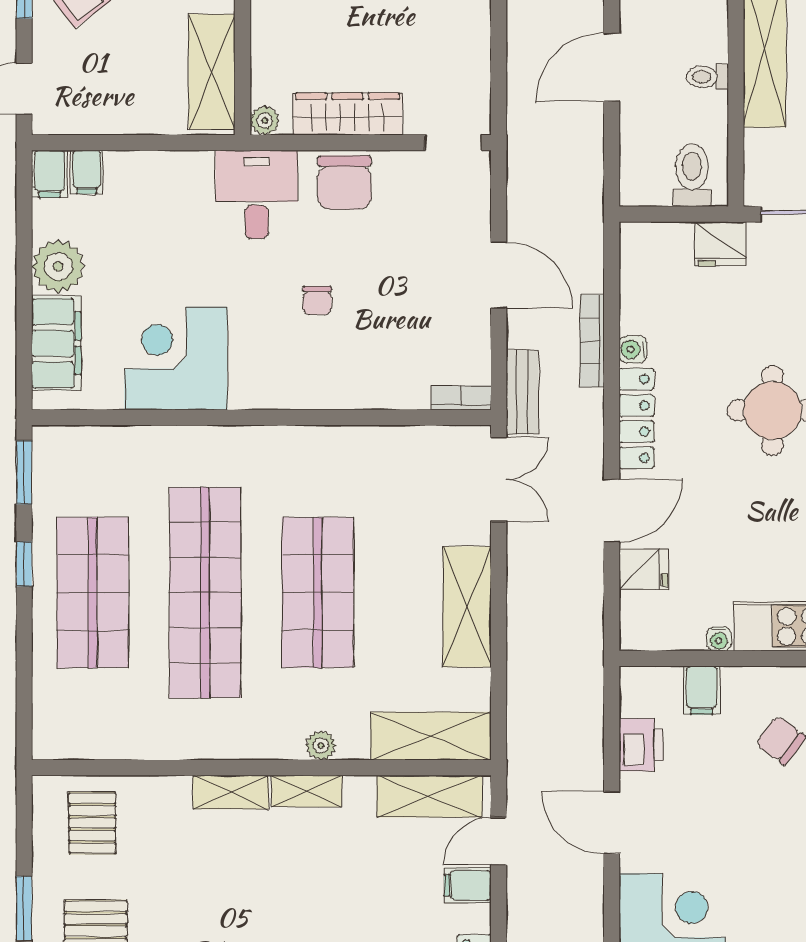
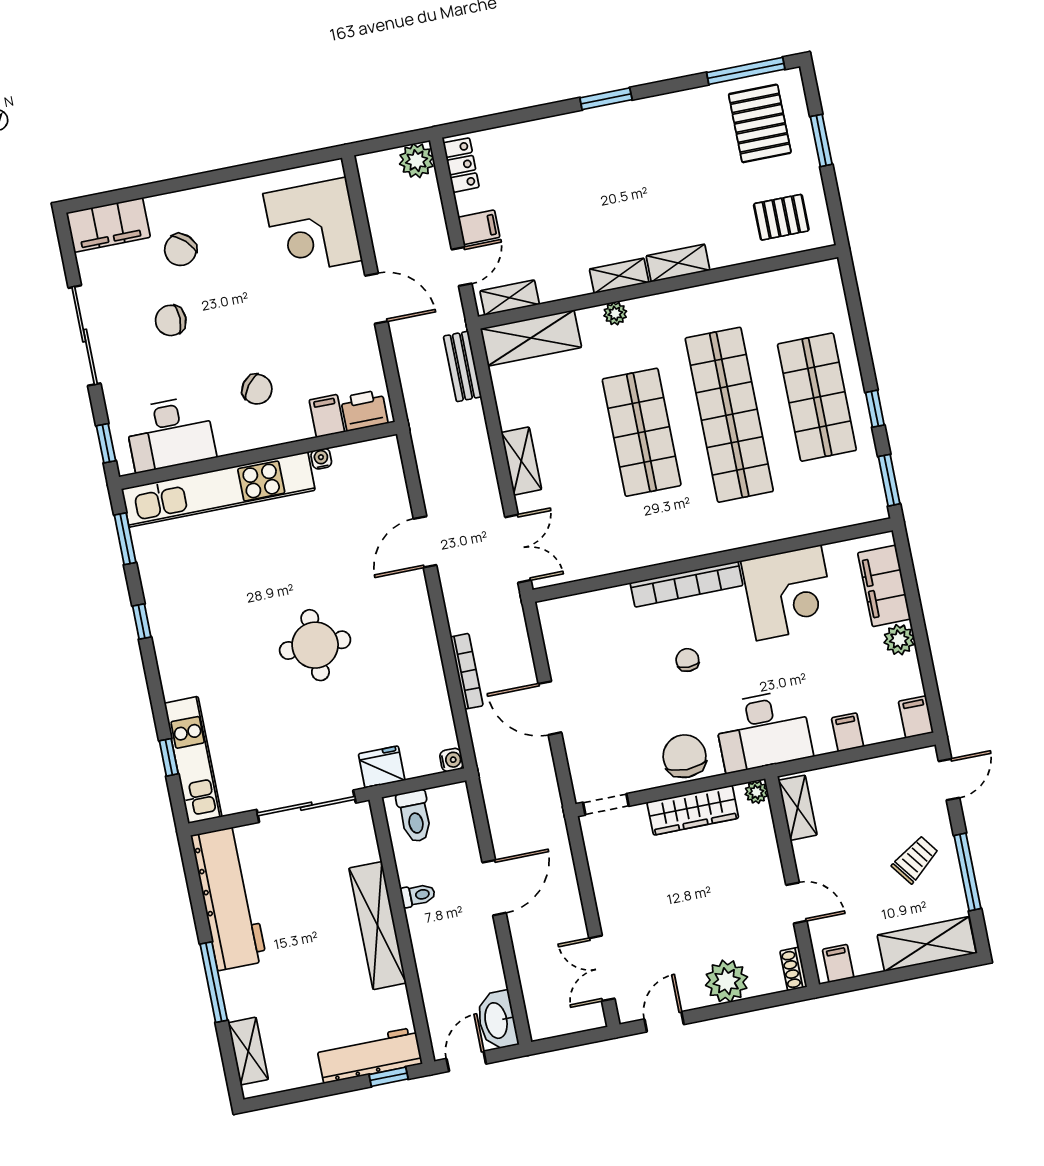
shelving: (212, 72) -> (798, 808), width x0.67, depth x0.75
filing cabinet: (87, 172) -> (847, 732), moved
desk: (257, 194) -> (763, 731), width x1.37
plant: (58, 266) -> (899, 640), width x0.73, depth x0.73
water cooler: (633, 349) -> (451, 760), moved
bench: (522, 392) -> (462, 366), moved
bookcase: (461, 398) -> (687, 584), moved, width x2.31, depth x1.31
locker: (636, 419) -> (420, 618), removed
double door: (499, 479) -> (518, 549), swing flipped
fridge: (643, 569) -> (391, 501), removed
shelving: (467, 607) -> (521, 461), width x0.67, depth x0.75
printer: (641, 745) -> (364, 410), moved, turned 90
shelving: (430, 796) -> (510, 298), width x0.67, depth x0.75
pallet: (92, 823) -> (781, 217), turned 90

